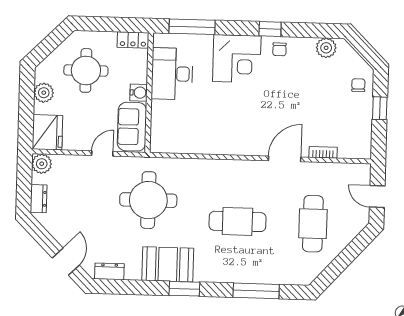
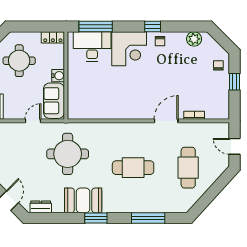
desk: (172, 74) -> (92, 46), moved, turned 90

